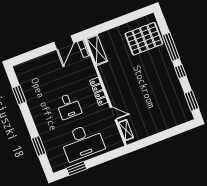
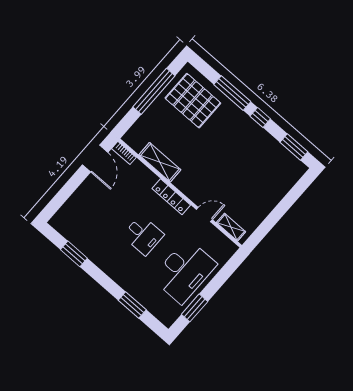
window: (123, 20) -> (154, 91), added
pallet: (144, 39) -> (193, 101), turned 90
shelving: (97, 50) -> (160, 162), moved

